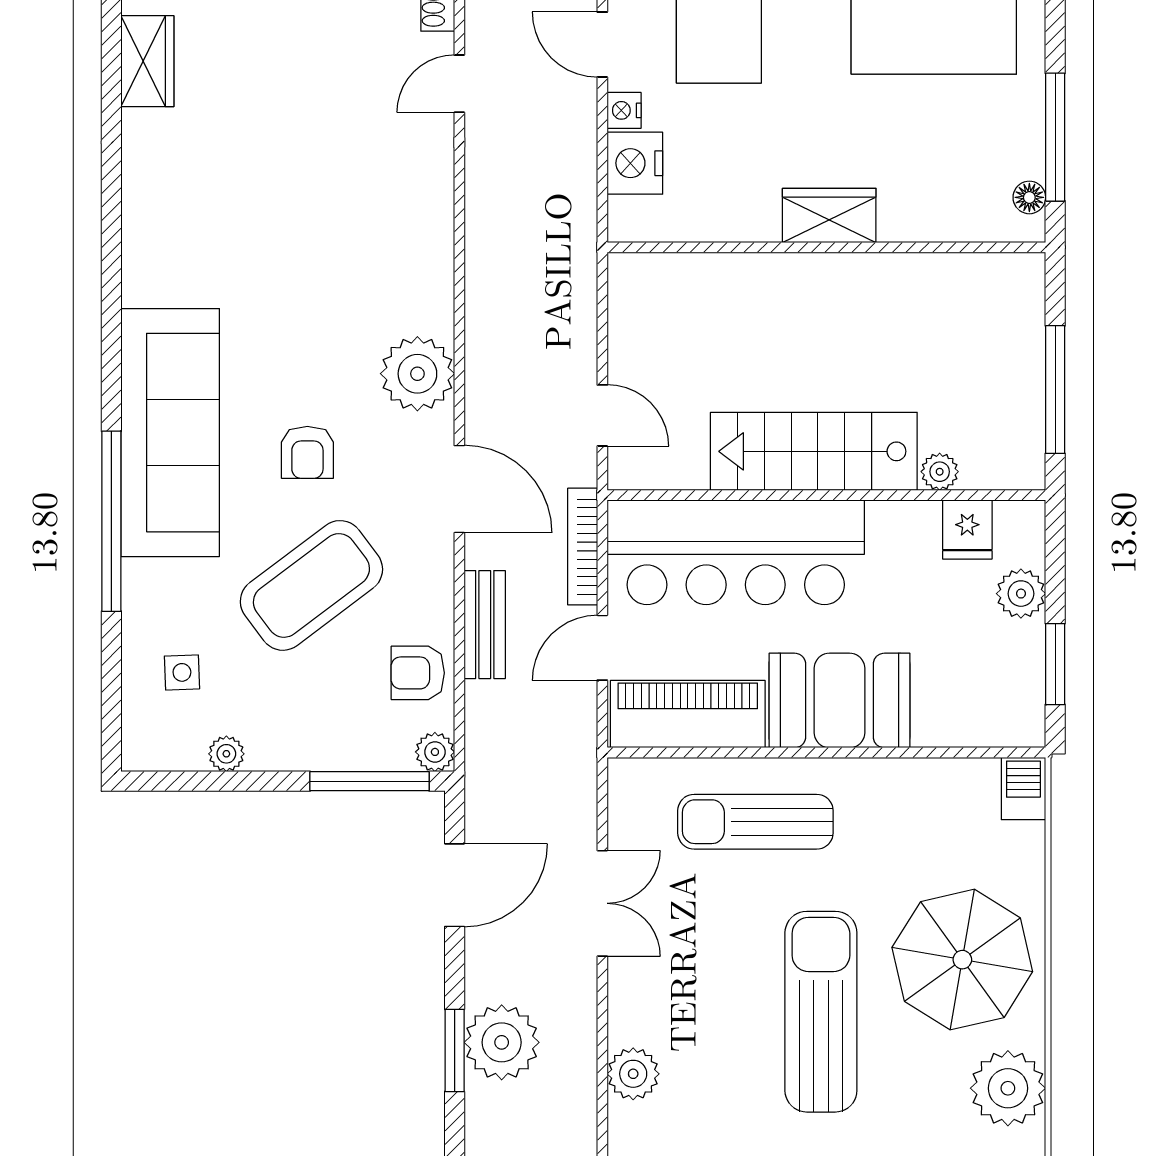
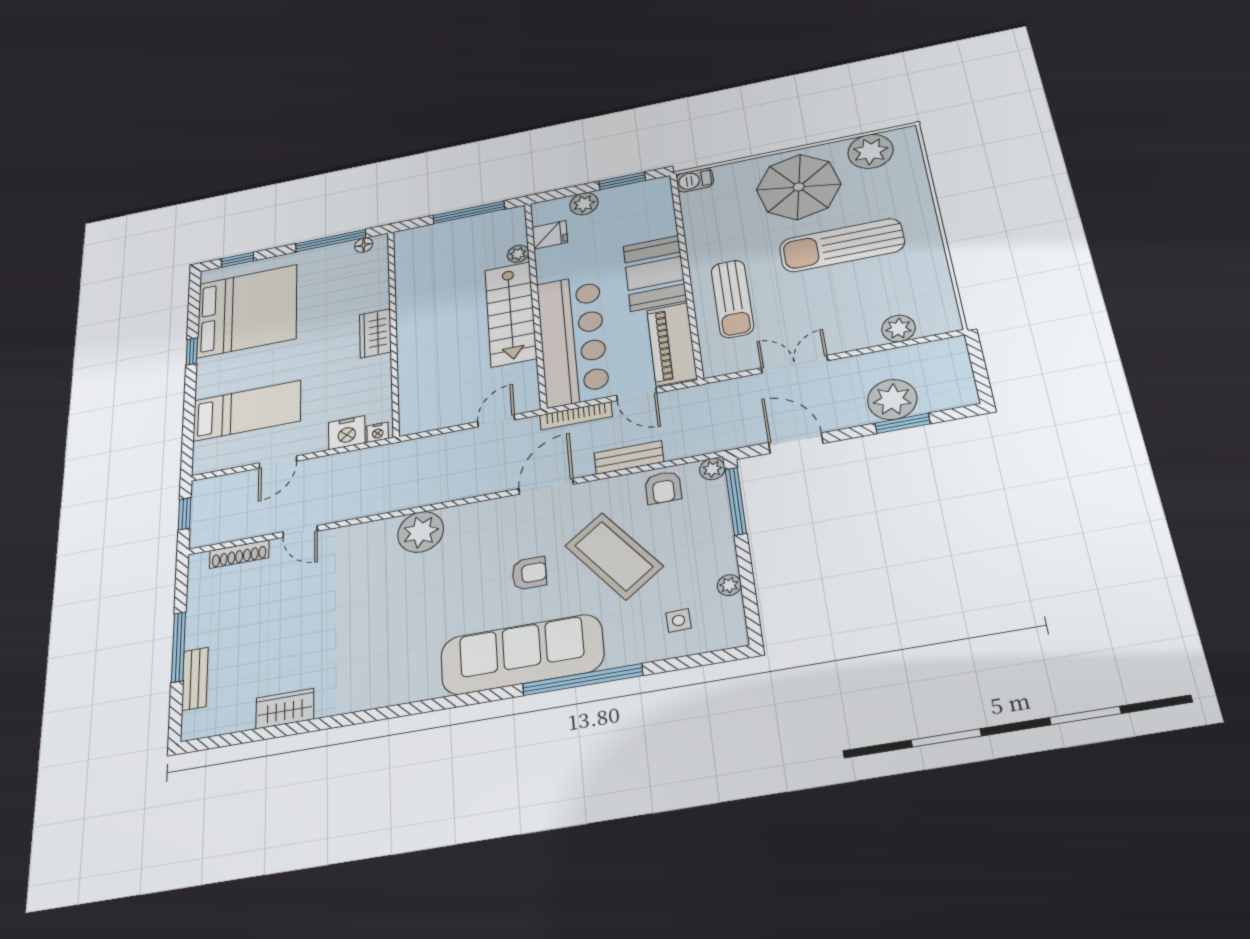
nightstand: (624, 110) -> (378, 432), moved
plant: (417, 374) -> (421, 532), moved

